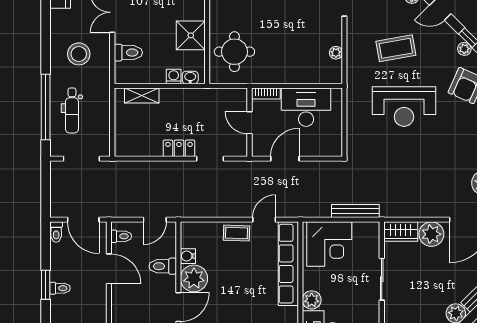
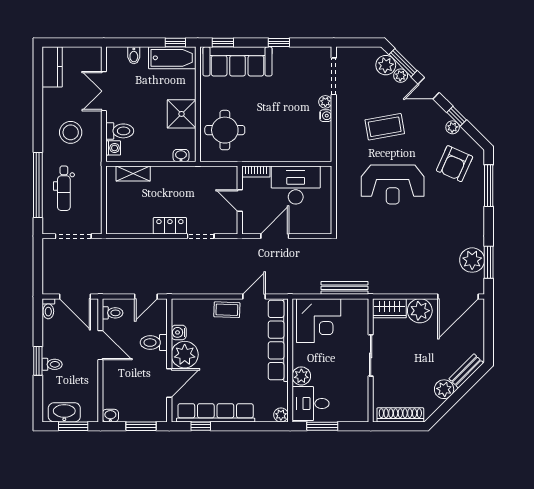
water cooler: (336, 37) -> (326, 116), added
plant: (336, 53) -> (325, 102), moved
washing machine: (174, 76) -> (113, 148), moved, turned 90

